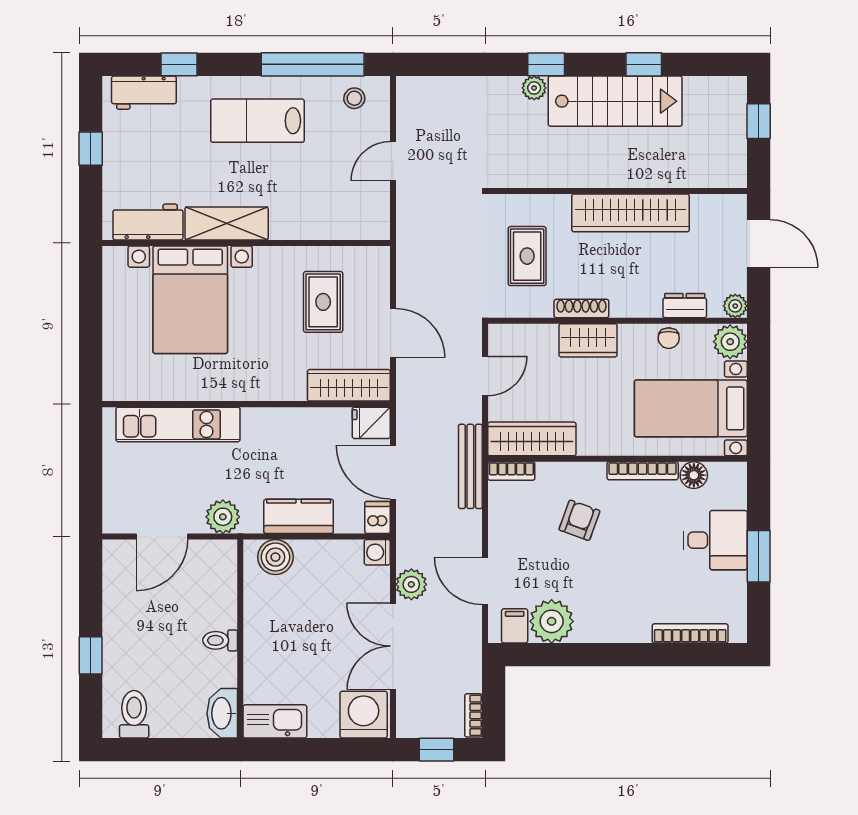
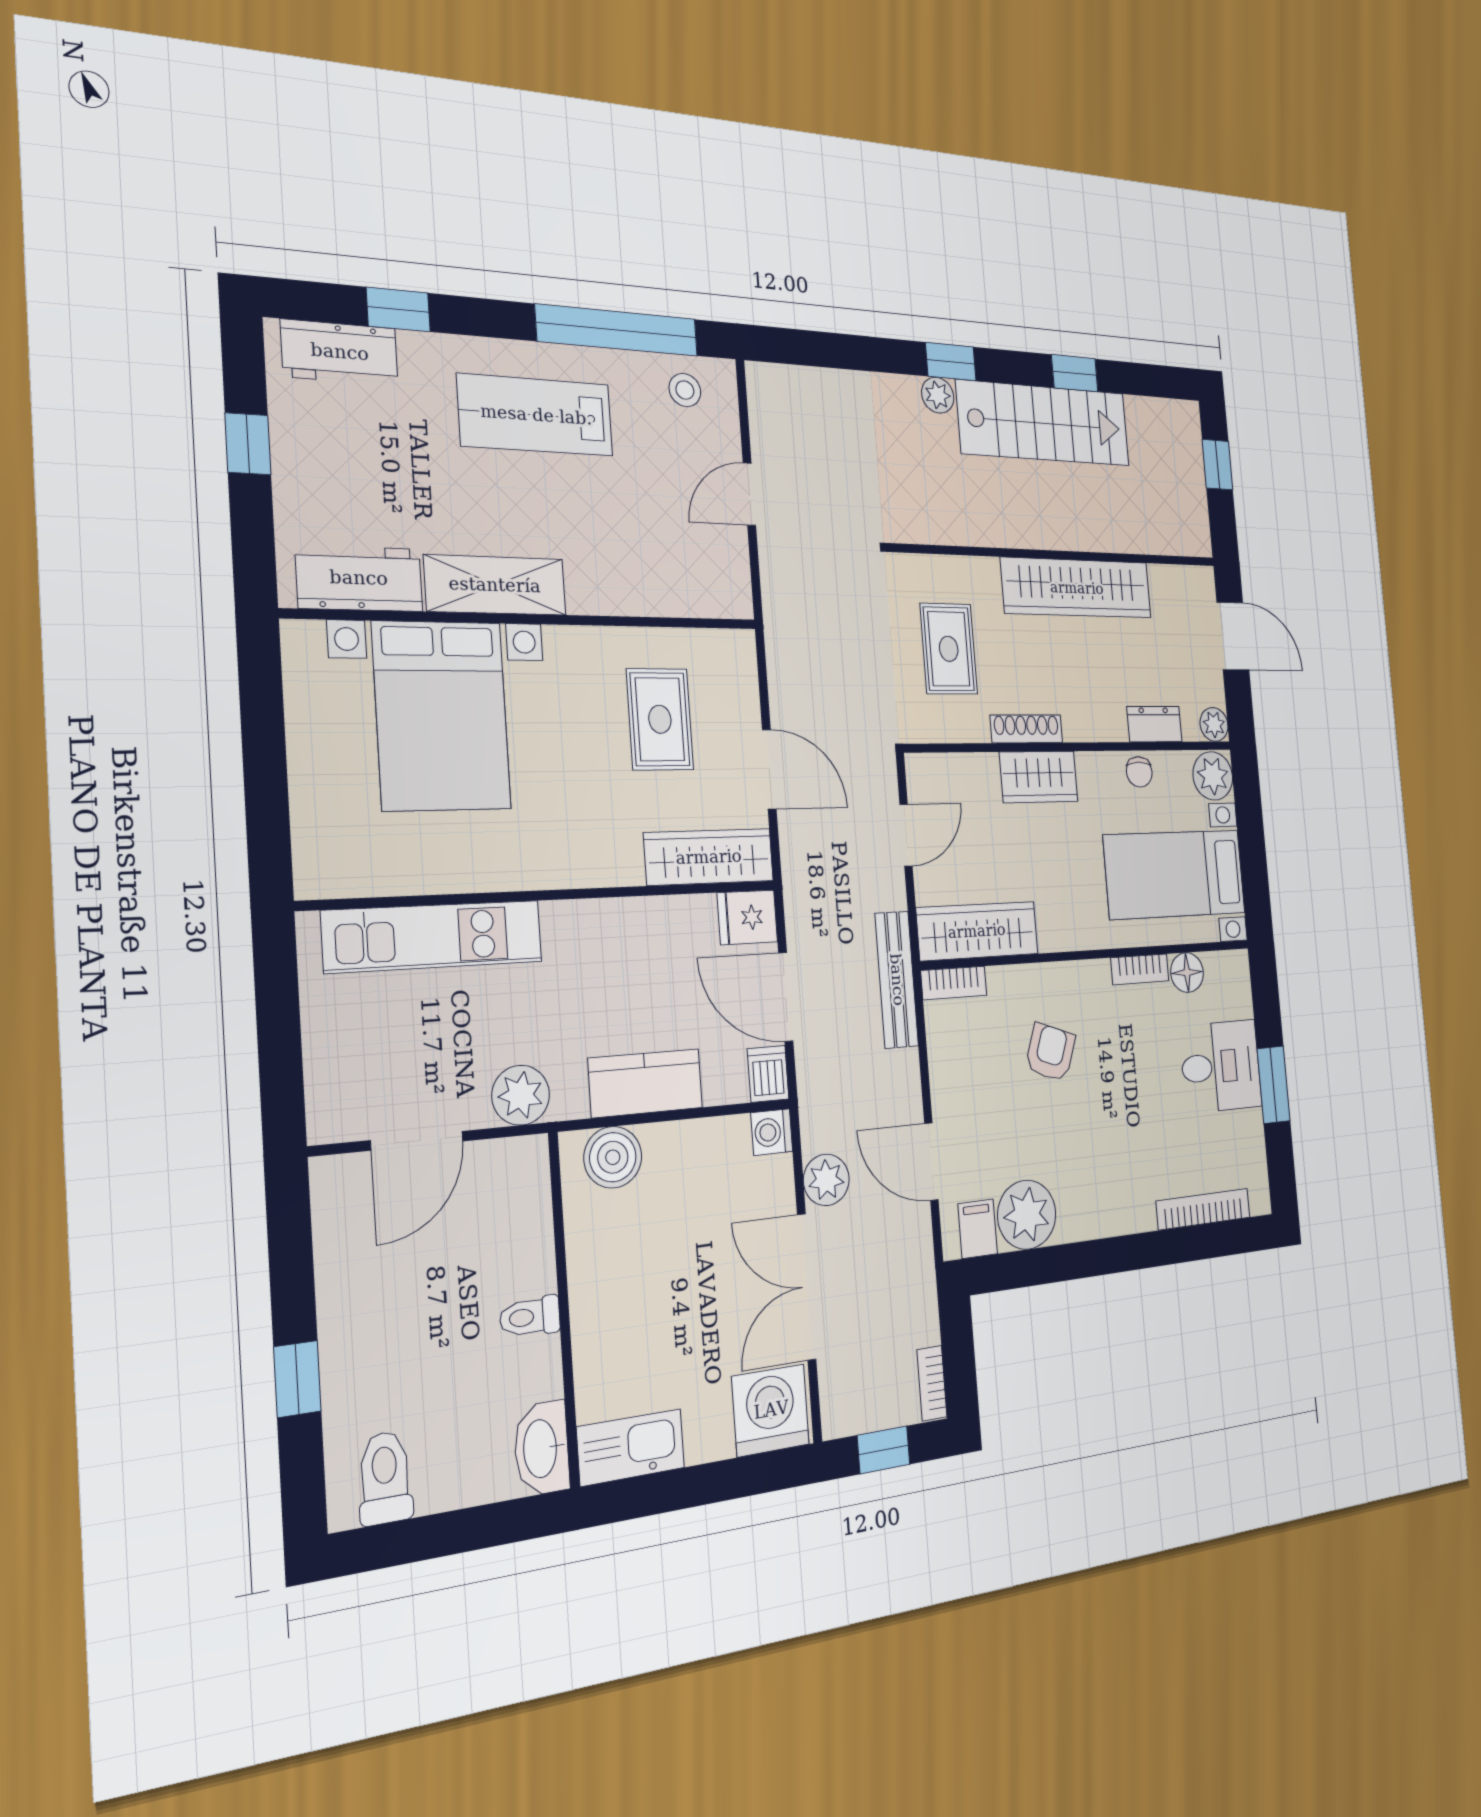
bookcase: (643, 471) -> (1140, 969), width x0.64

